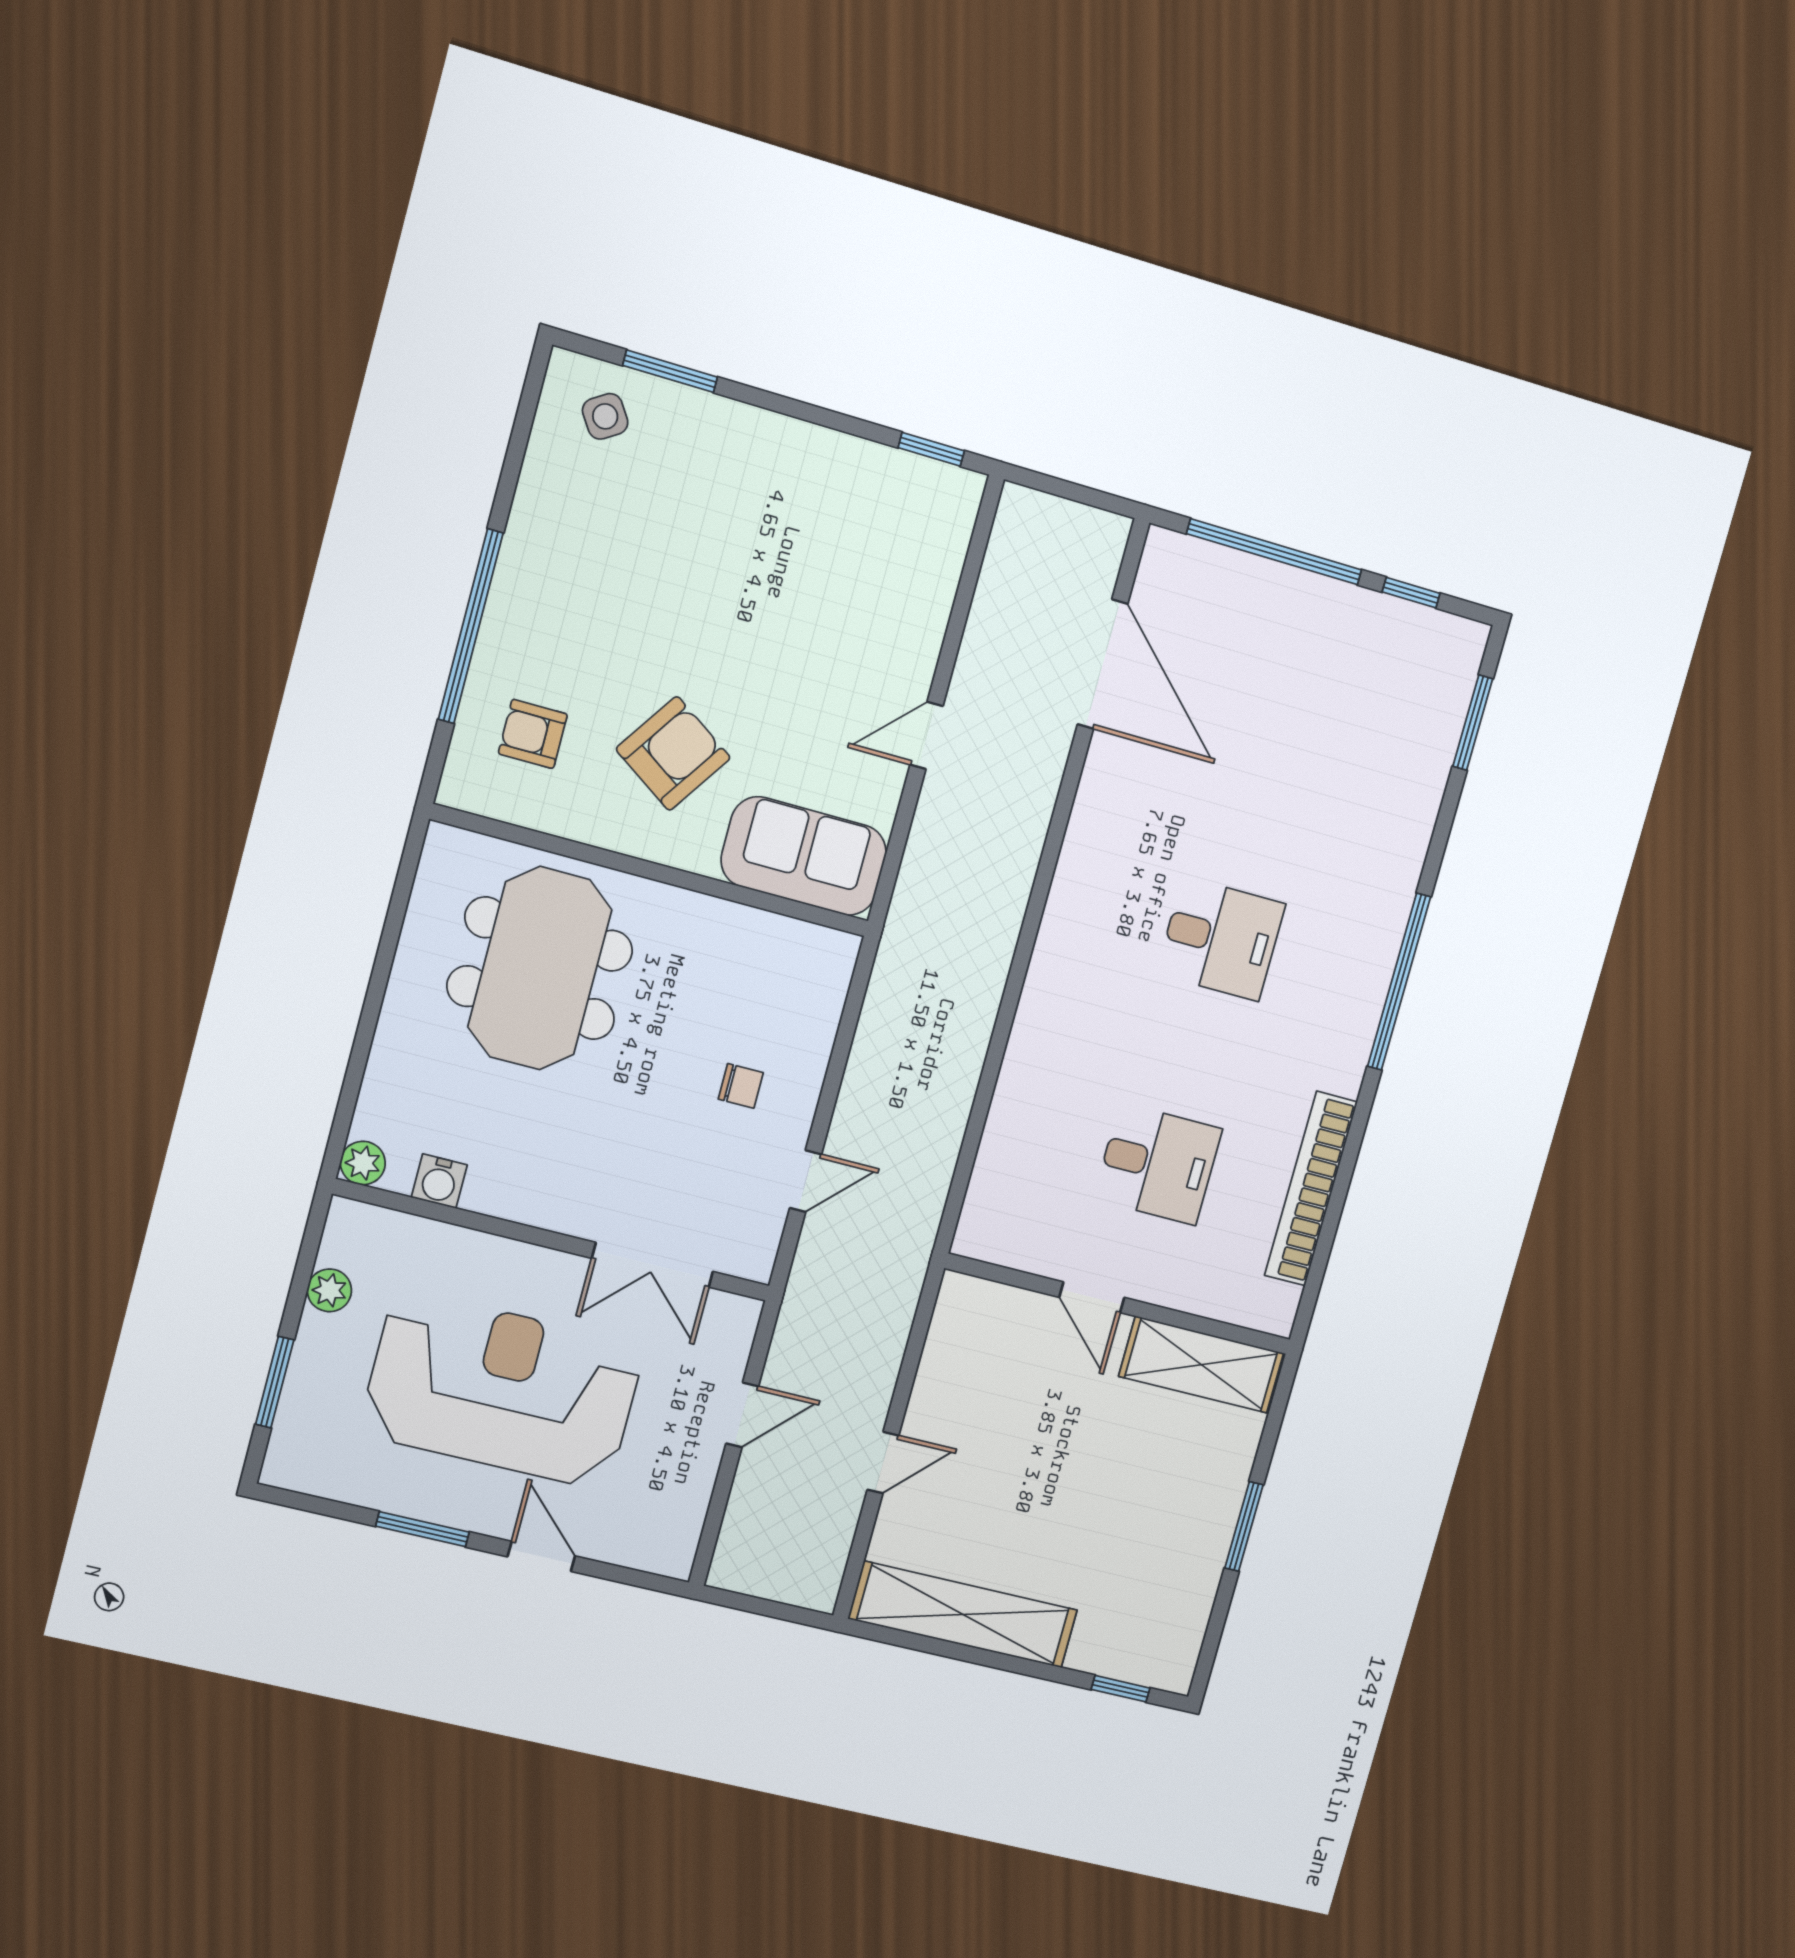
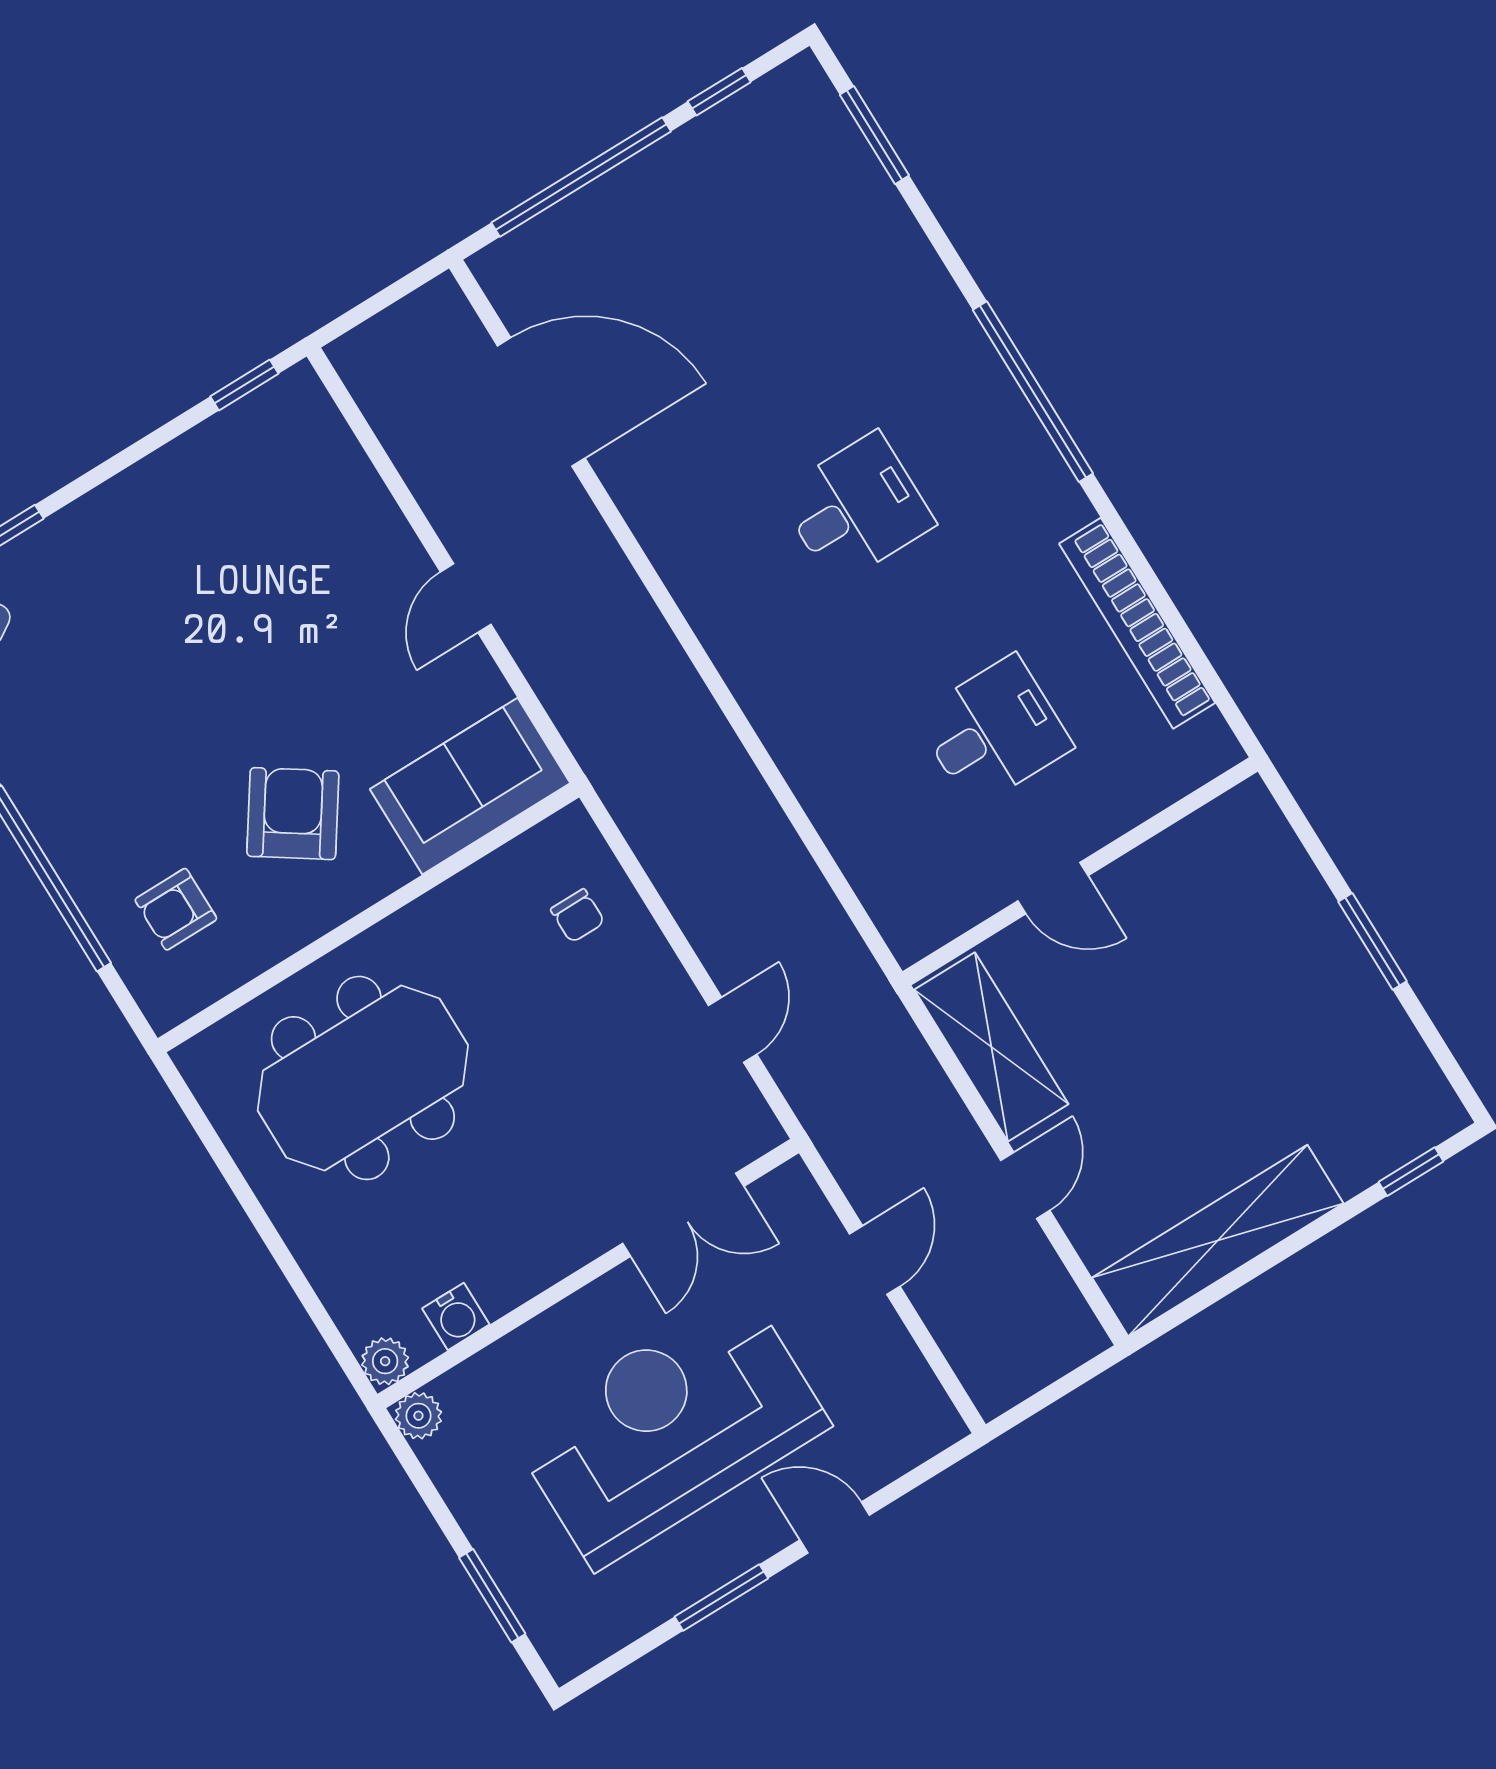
meeting table: (540, 968) -> (363, 1078), turned 90
chair: (741, 1086) -> (578, 916), moved, turned 90
plant: (329, 1290) -> (418, 1416), moved
shelving: (1201, 1365) -> (991, 1047), moved, turned 90

